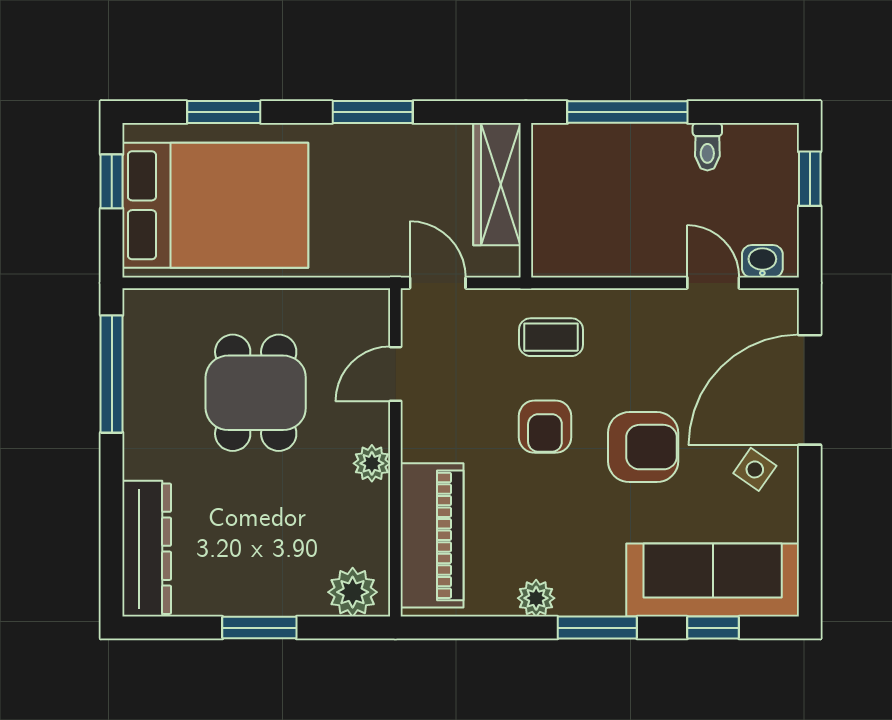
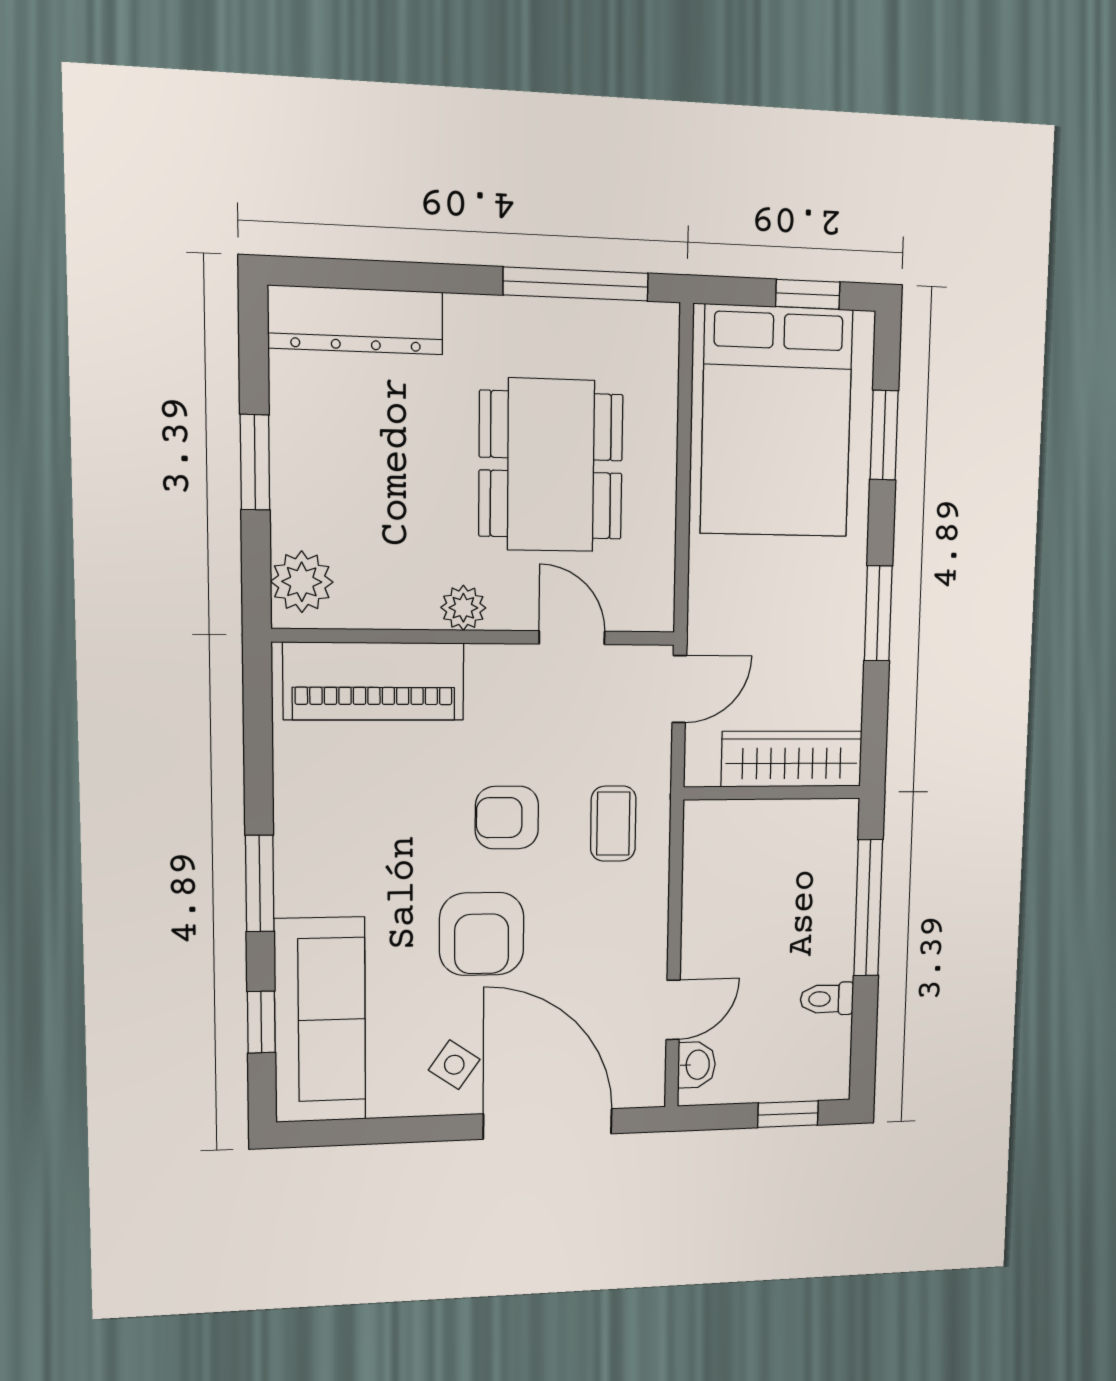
dining table: (256, 393) -> (551, 465), width x1.38
plant: (536, 598) -> (296, 809), removed

